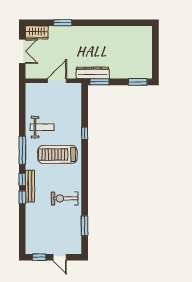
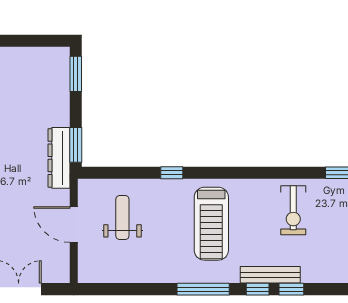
weight bench: (42, 127) -> (122, 218), moved

